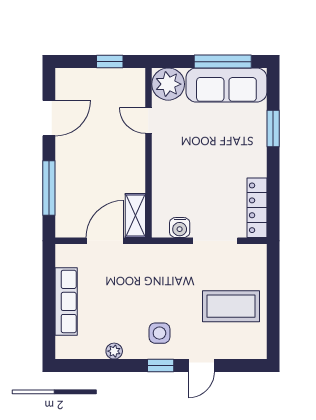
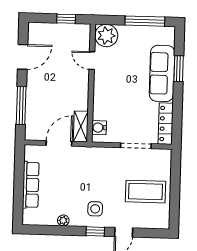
sofa: (226, 85) -> (162, 73), moved, turned 90
water cooler: (180, 228) -> (99, 128), moved, turned 90

